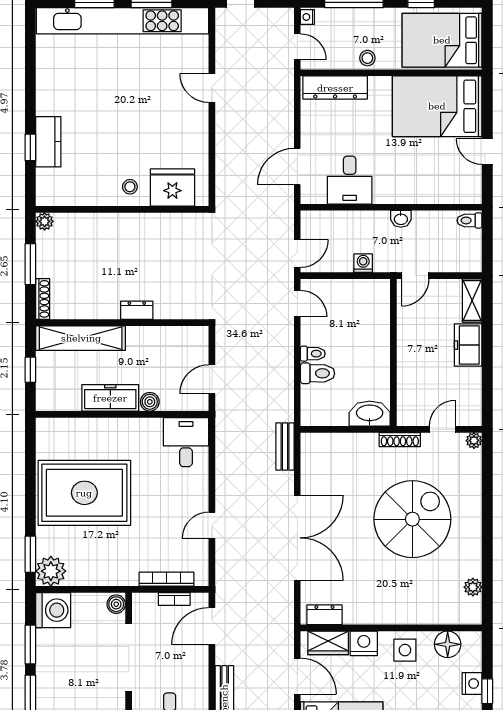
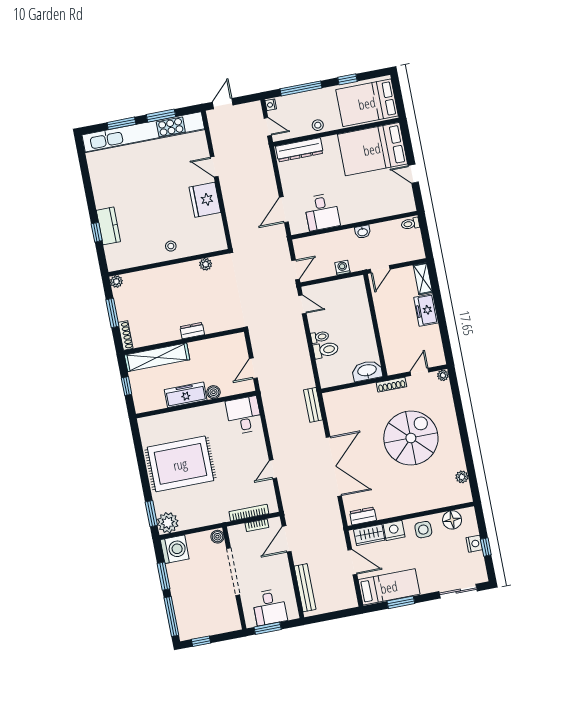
fridge: (172, 188) -> (205, 200), moved, turned -90
plant: (173, 222) -> (206, 264), added

